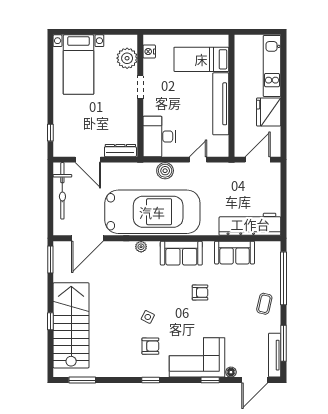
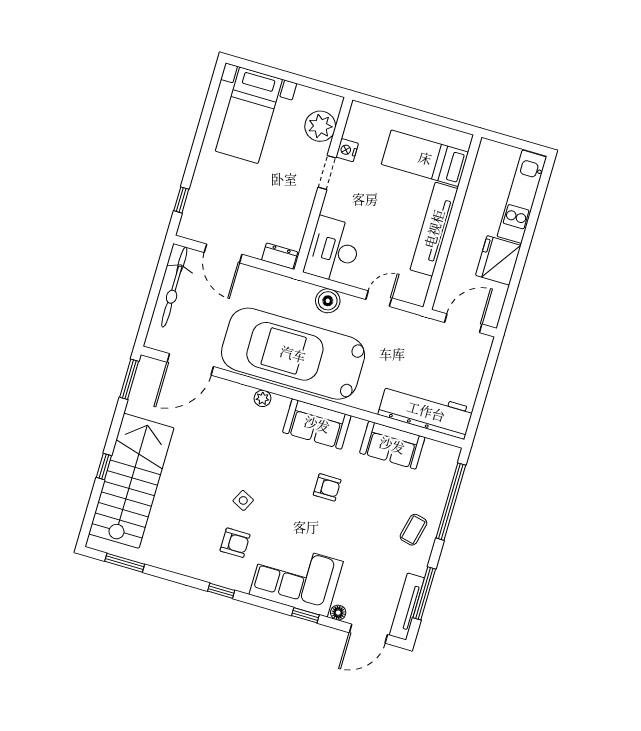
nightstand: (149, 52) -> (347, 150), moved
dresser: (120, 151) -> (280, 256), width x0.70
car: (152, 212) -> (293, 354), turned 180

